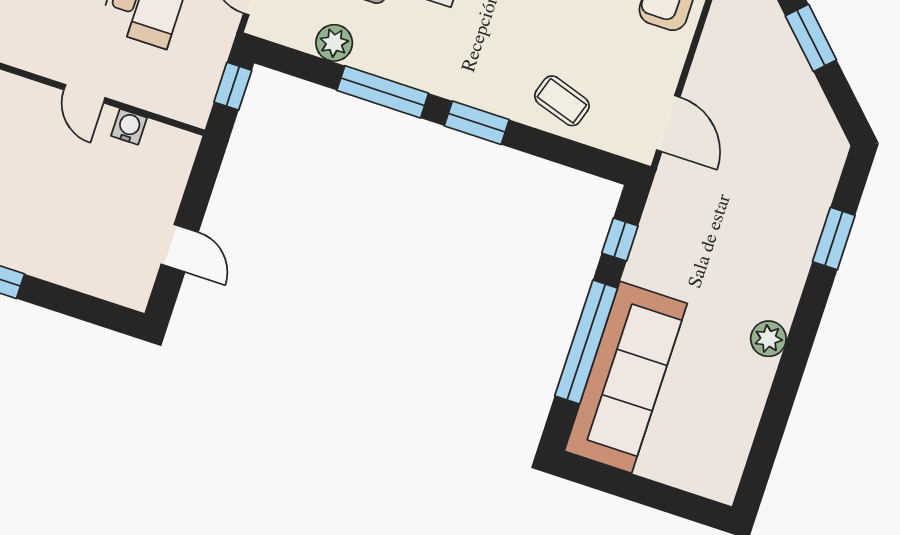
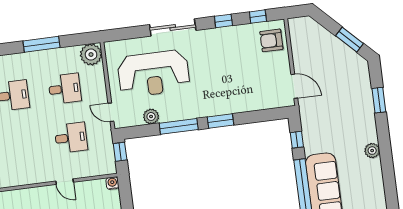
window: (811, 38) -> (350, 40), moved
coffee table: (562, 101) -> (249, 97), removed
water cooler: (129, 127) -> (112, 183), moved

